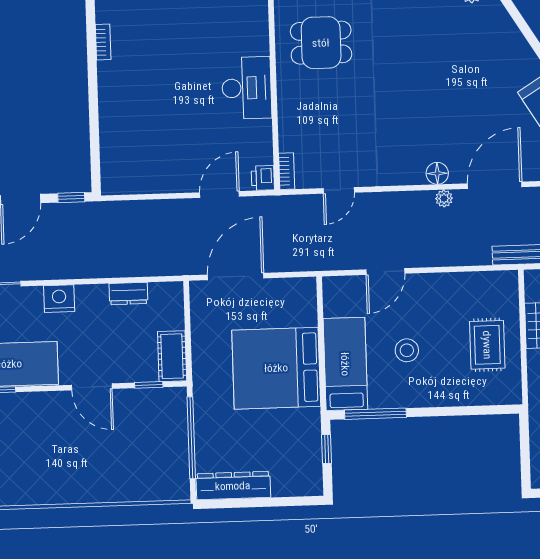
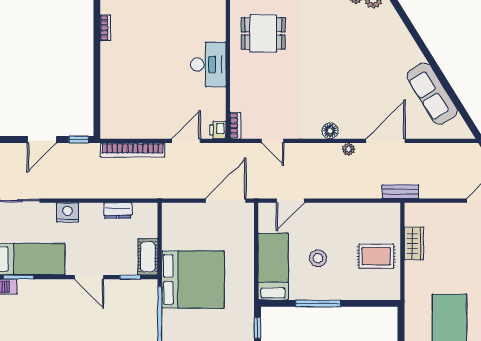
floor lamp: (437, 173) -> (330, 131), moved
door: (339, 190) -> (272, 141), hinge flipped
bookcase: (146, 210) -> (133, 150), added
door: (385, 272) -> (290, 201), moved
door: (236, 276) -> (226, 201), moved
rug: (487, 345) -> (376, 256), turned 90
bed: (276, 368) -> (193, 279), moved, turned 180
window: (375, 414) -> (318, 303), moved

